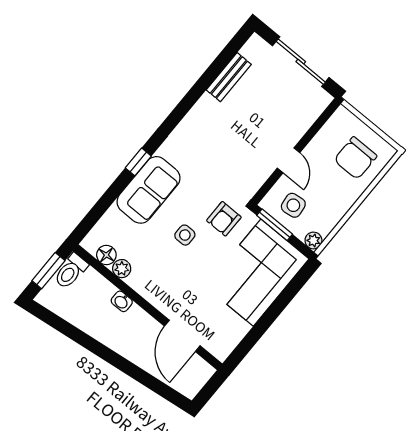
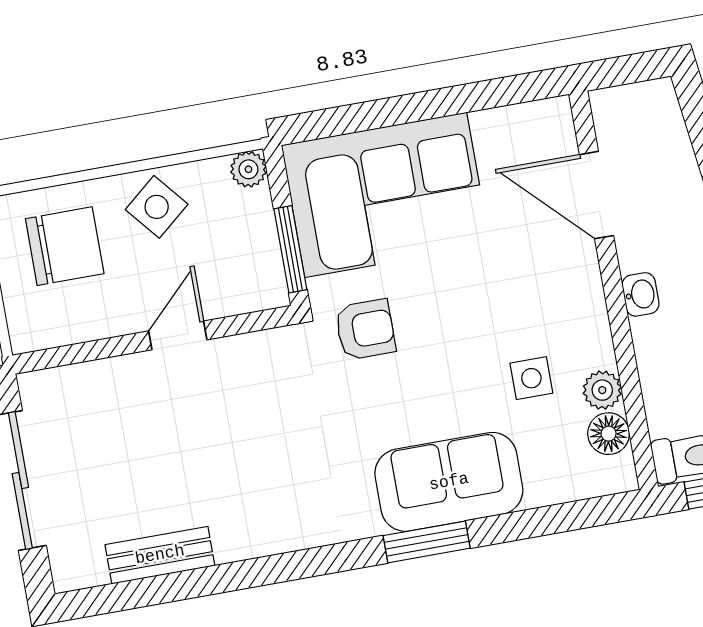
window: (138, 162) -> (427, 542), width x1.50
side table: (293, 205) -> (157, 207), moved, turned -33
side table: (185, 235) -> (531, 378), moved
washbasin: (122, 301) -> (641, 294), moved
door: (182, 336) -> (597, 195), swing flipped

